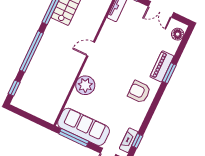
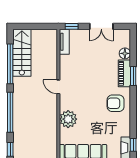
floor lamp: (178, 34) -> (125, 53), moved
door: (91, 49) -> (58, 87), hinge flipped

